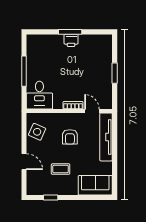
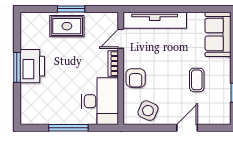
printer: (71, 41) -> (32, 66), width x1.87, depth x1.48
rug: (102, 70) -> (67, 26), added
desk: (39, 95) -> (100, 101), width x1.37
armchair: (70, 137) -> (136, 78), moved, turned 90

